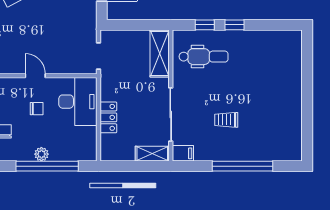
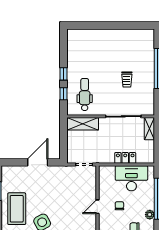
desk: (78, 102) -> (131, 178), moved
filing cabinet: (183, 153) -> (149, 108), removed
plant: (41, 154) -> (150, 215), moved

